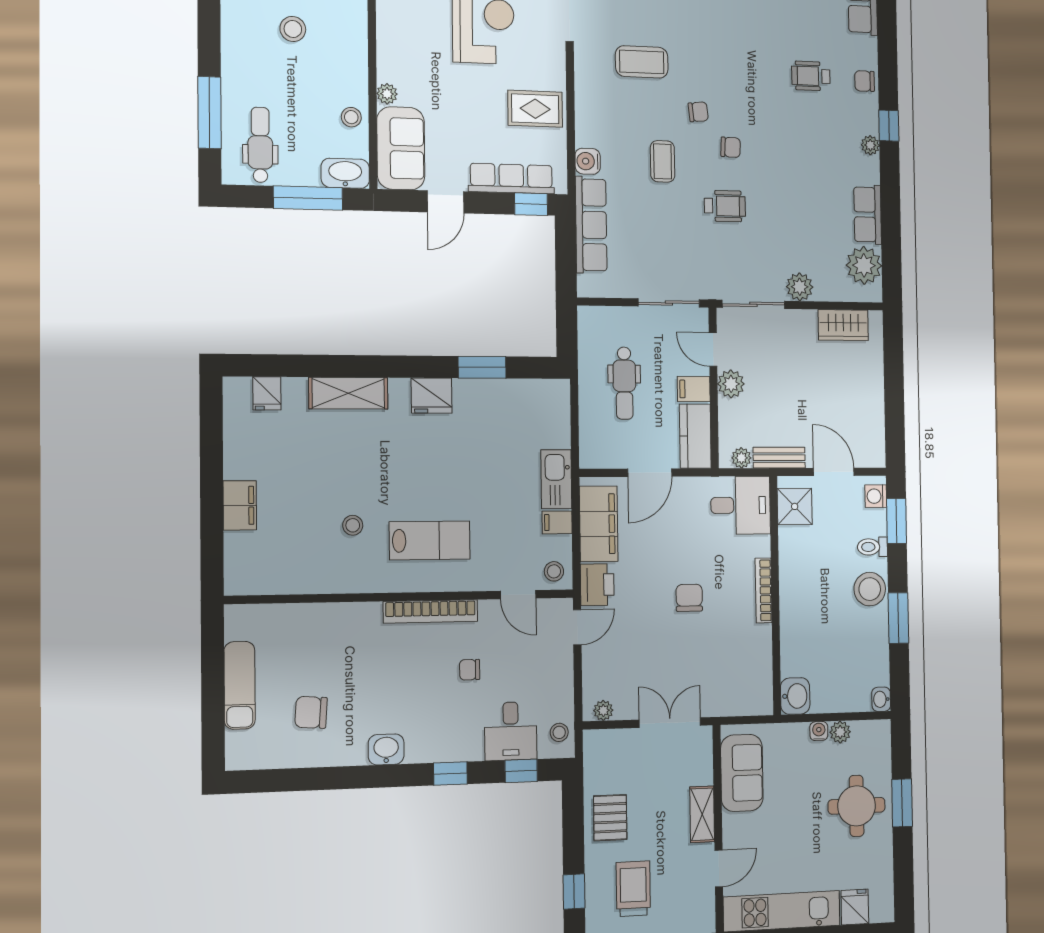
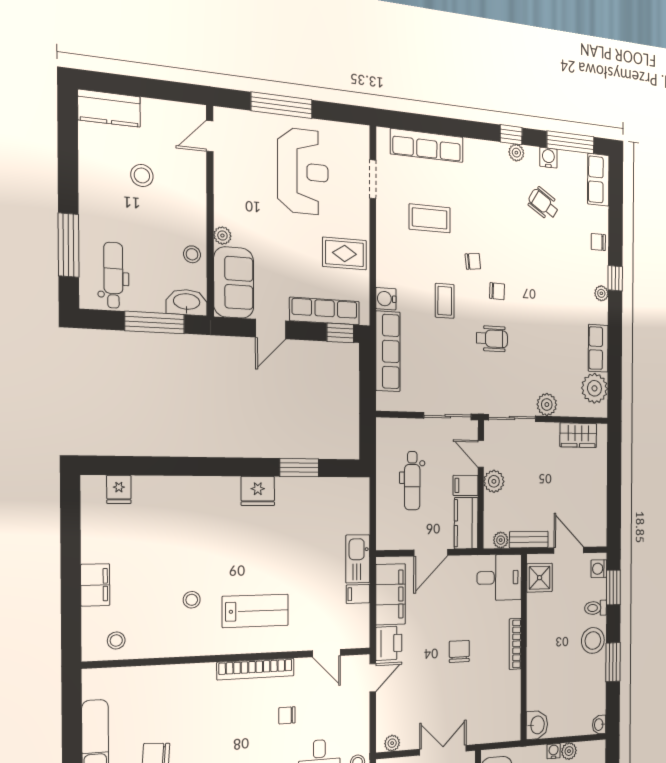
wheelchair: (811, 76) -> (543, 204), moved, turned 32
shelving: (348, 393) -> (188, 489), removed
stool: (554, 571) -> (116, 640), moved

